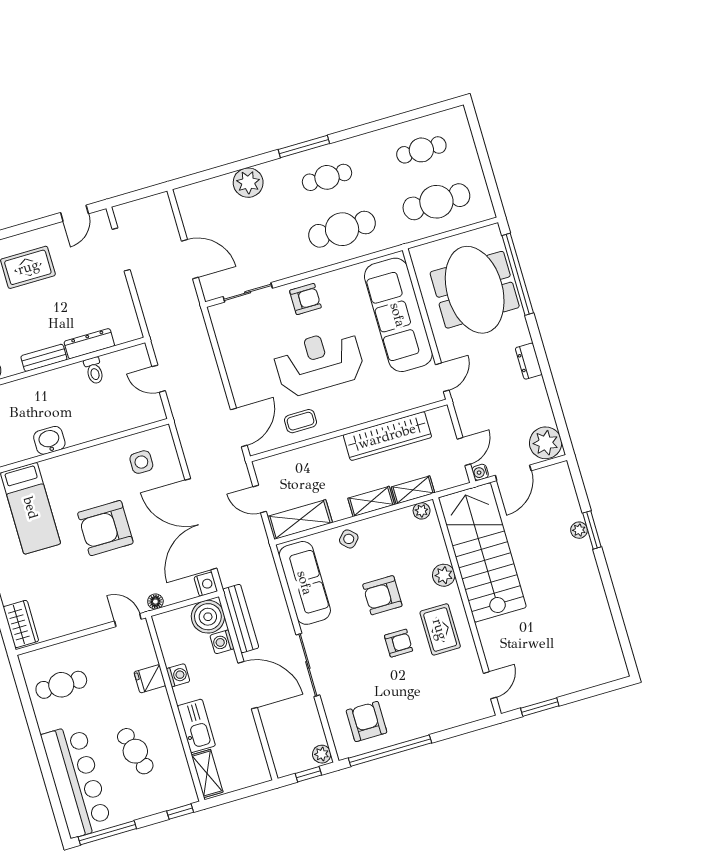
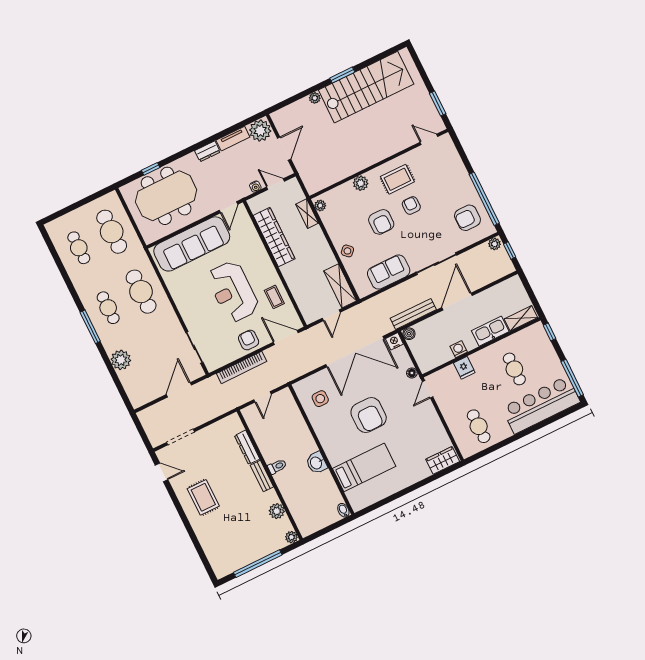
window: (518, 274) -> (151, 169), width x0.32
armchair: (305, 299) -> (249, 340), moved
bookcase: (207, 356) -> (242, 367), added
toilet: (94, 371) -> (277, 467), moved
door: (442, 377) -> (228, 207), swing flipped
tv unit: (541, 401) -> (233, 139), added
water cooler: (480, 472) -> (255, 187), moved
door: (513, 473) -> (284, 149), hinge flipped
shelving: (371, 501) -> (320, 240), removed
window: (592, 530) -> (342, 75), moved
stairs: (482, 552) -> (366, 87), moved, turned 180
sofa: (305, 583) -> (389, 272), width x0.73
boiler: (208, 617) -> (409, 334), width x0.54, depth x0.54
washing machine: (222, 642) -> (431, 324), removed
cafe table: (135, 751) -> (514, 369), turned -74

